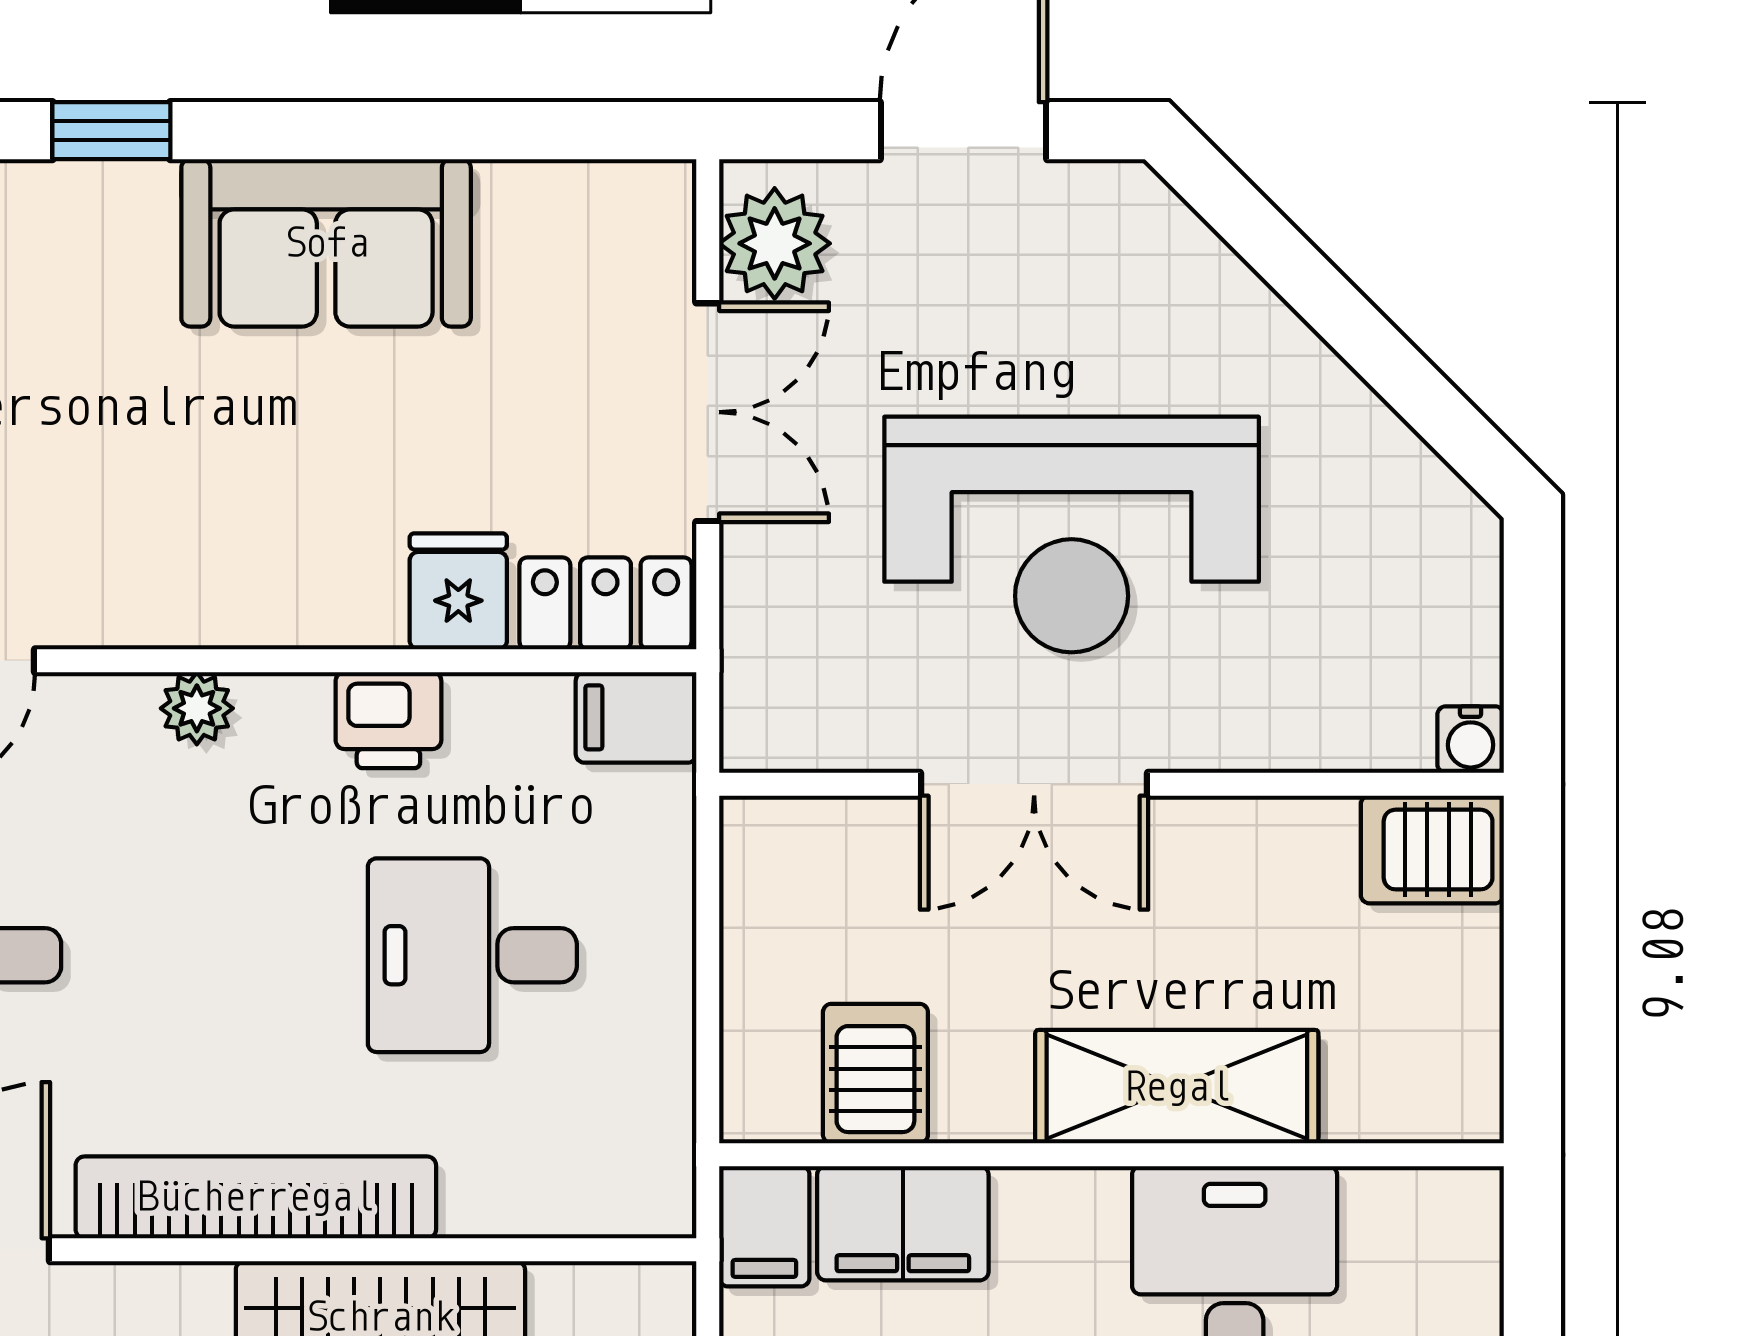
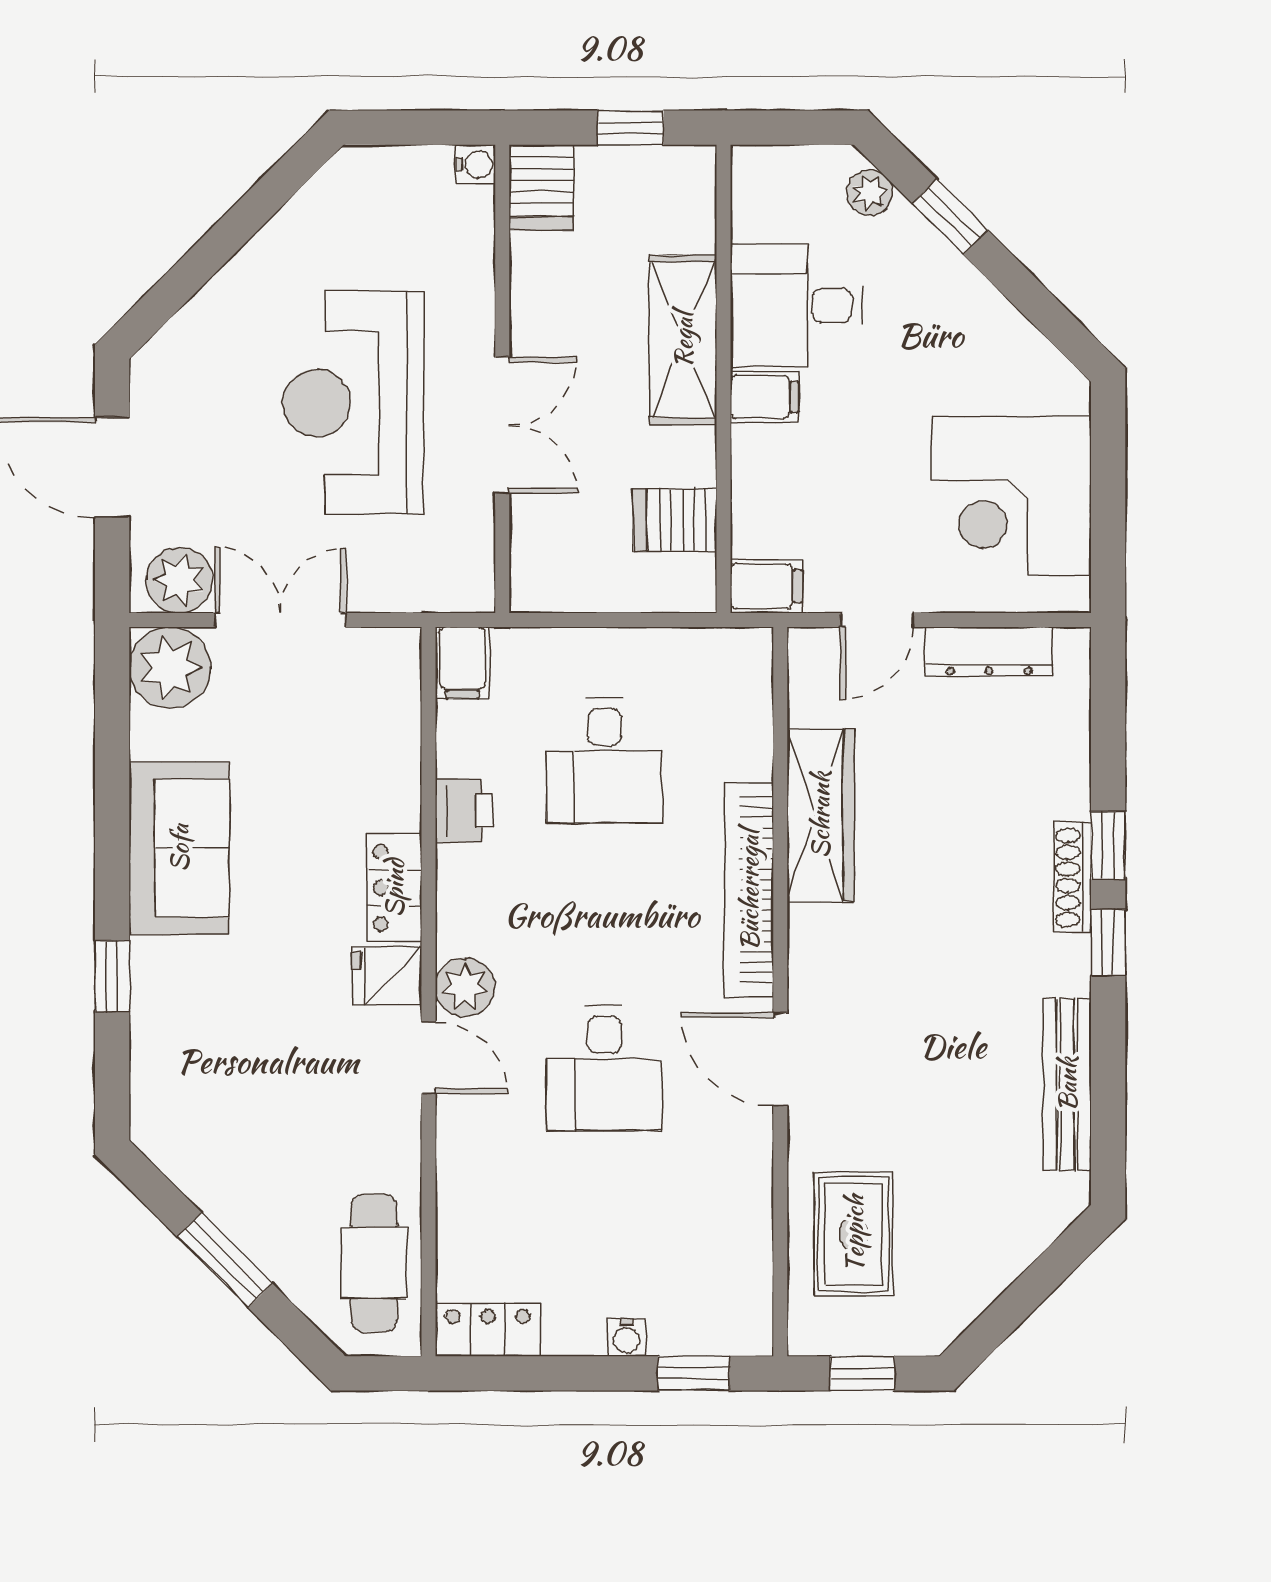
plant: (628, 228) -> (170, 668), added
reception desk: (1072, 535) -> (353, 403), turned 180
fridge: (458, 591) -> (387, 976), moved
locker: (605, 603) -> (394, 888), moved
plant: (197, 708) -> (465, 987), moved, width x1.38, depth x1.38
window: (1532, 999) -> (631, 128), added
filing cabinet: (903, 1223) -> (764, 397), moved, width x0.50

